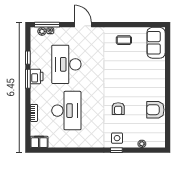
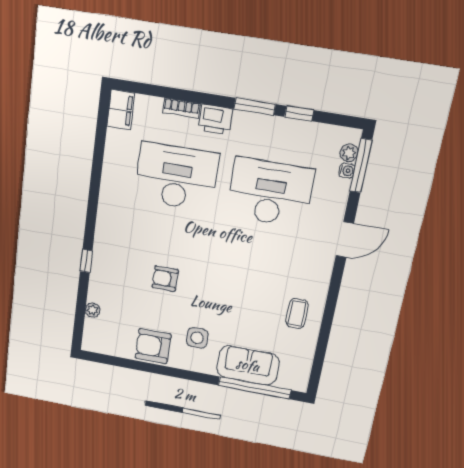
sofa: (156, 43) -> (248, 365), moved
window: (168, 54) -> (254, 388), added
printer: (37, 77) -> (215, 119), moved
armchair: (155, 110) -> (153, 346), turned -90
desk: (66, 111) -> (176, 177), turned 180
side table: (117, 138) -> (197, 338), moved

